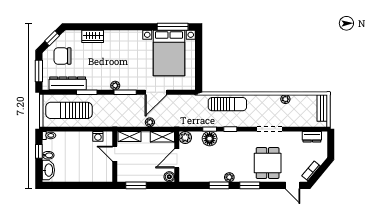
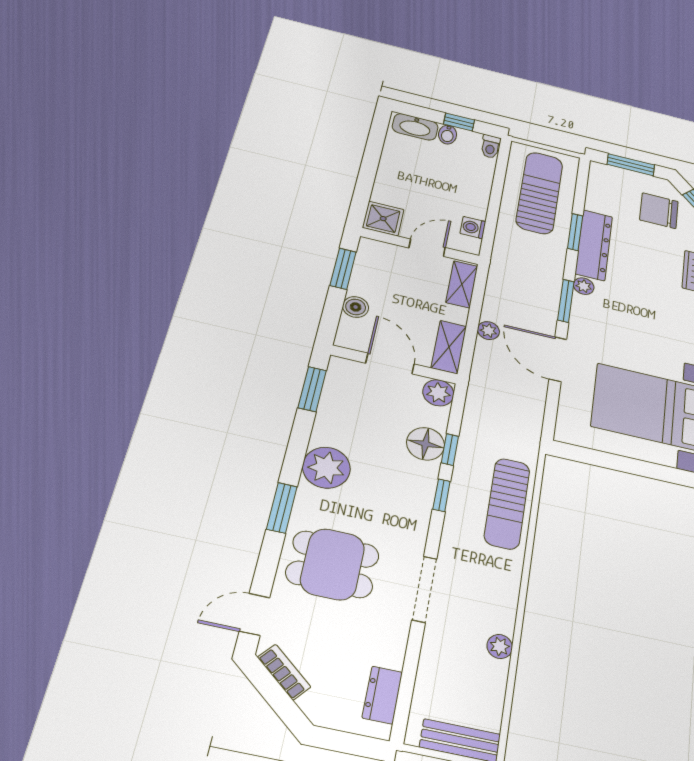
chair: (62, 56) -> (659, 211), turned -90
dresser: (68, 83) -> (594, 245), moved
shower: (105, 174) -> (383, 219), added
boiler: (169, 177) -> (356, 307), moved
plant: (229, 177) -> (326, 468), width x1.87, depth x1.87
window: (219, 185) -> (312, 389), moved

